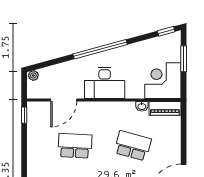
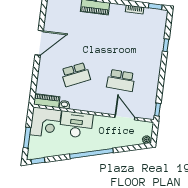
desk: (105, 83) -> (76, 125), moved
door: (64, 100) -> (125, 117), hinge flipped
school desk: (133, 146) -> (76, 75), turned -39

